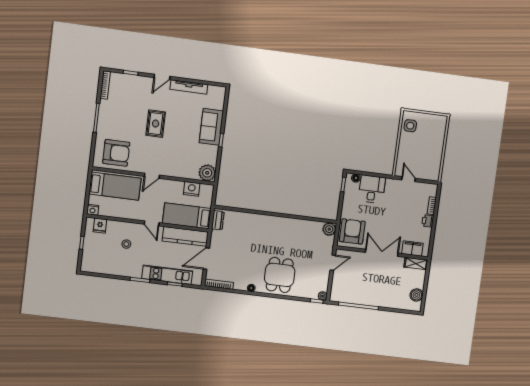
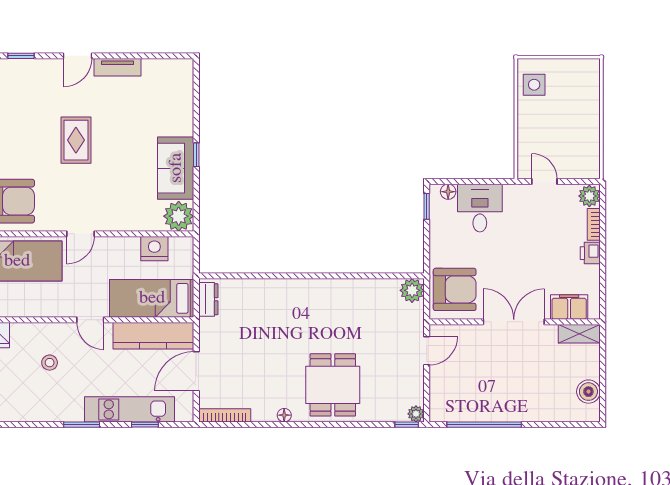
tv unit: (189, 87) -> (117, 67), width x0.71
sofa: (211, 127) -> (176, 168), moved
plant: (432, 190) -> (589, 196), added
armchair: (352, 231) -> (455, 289), turned 90

